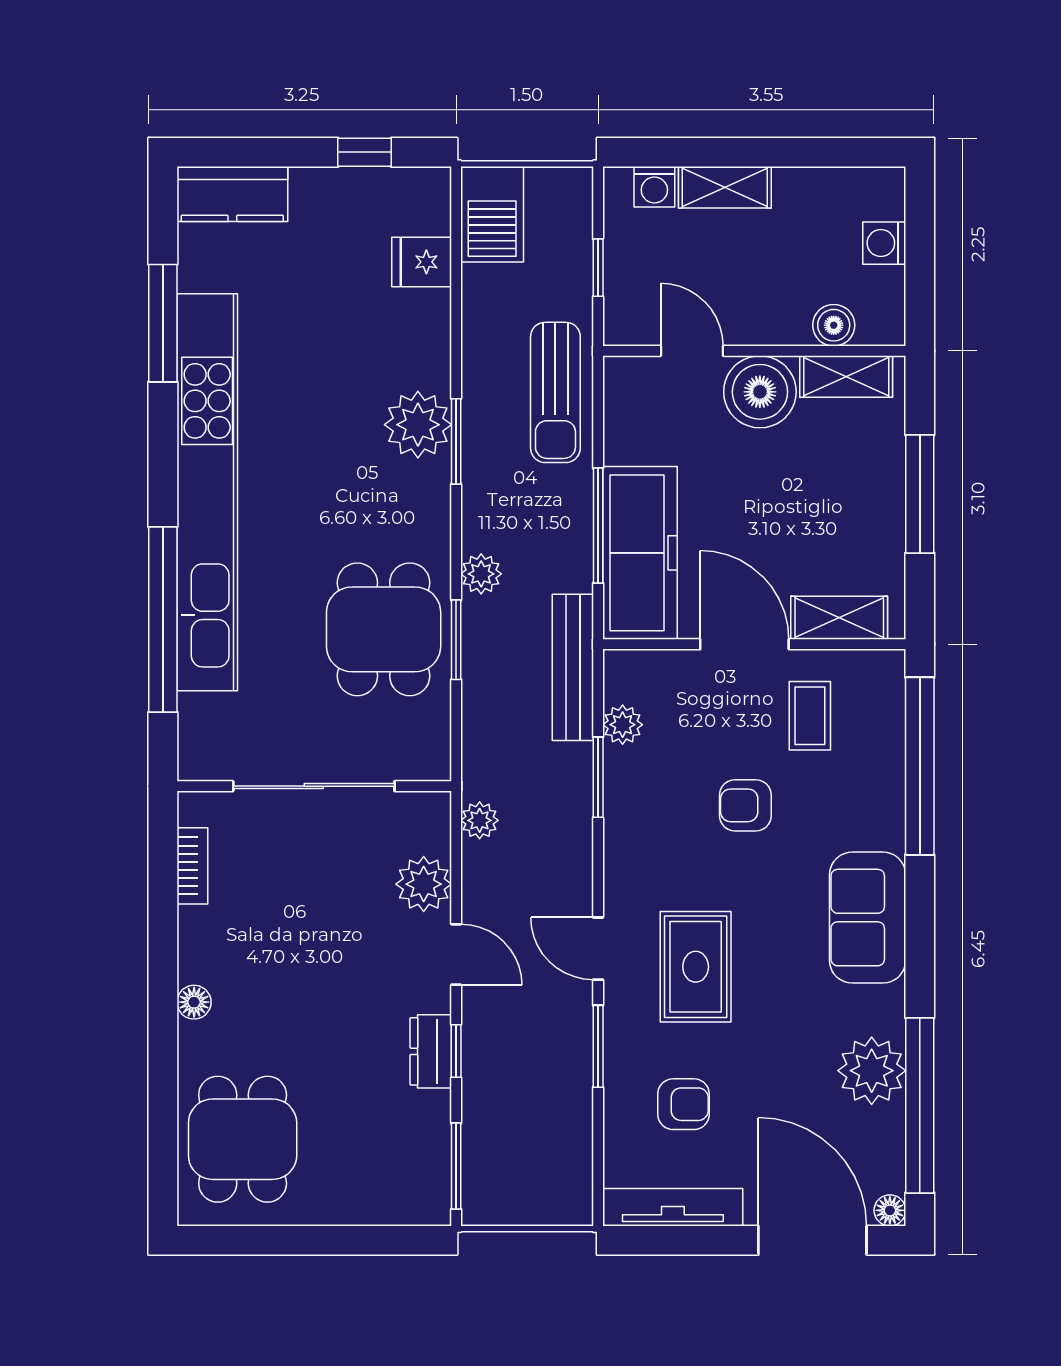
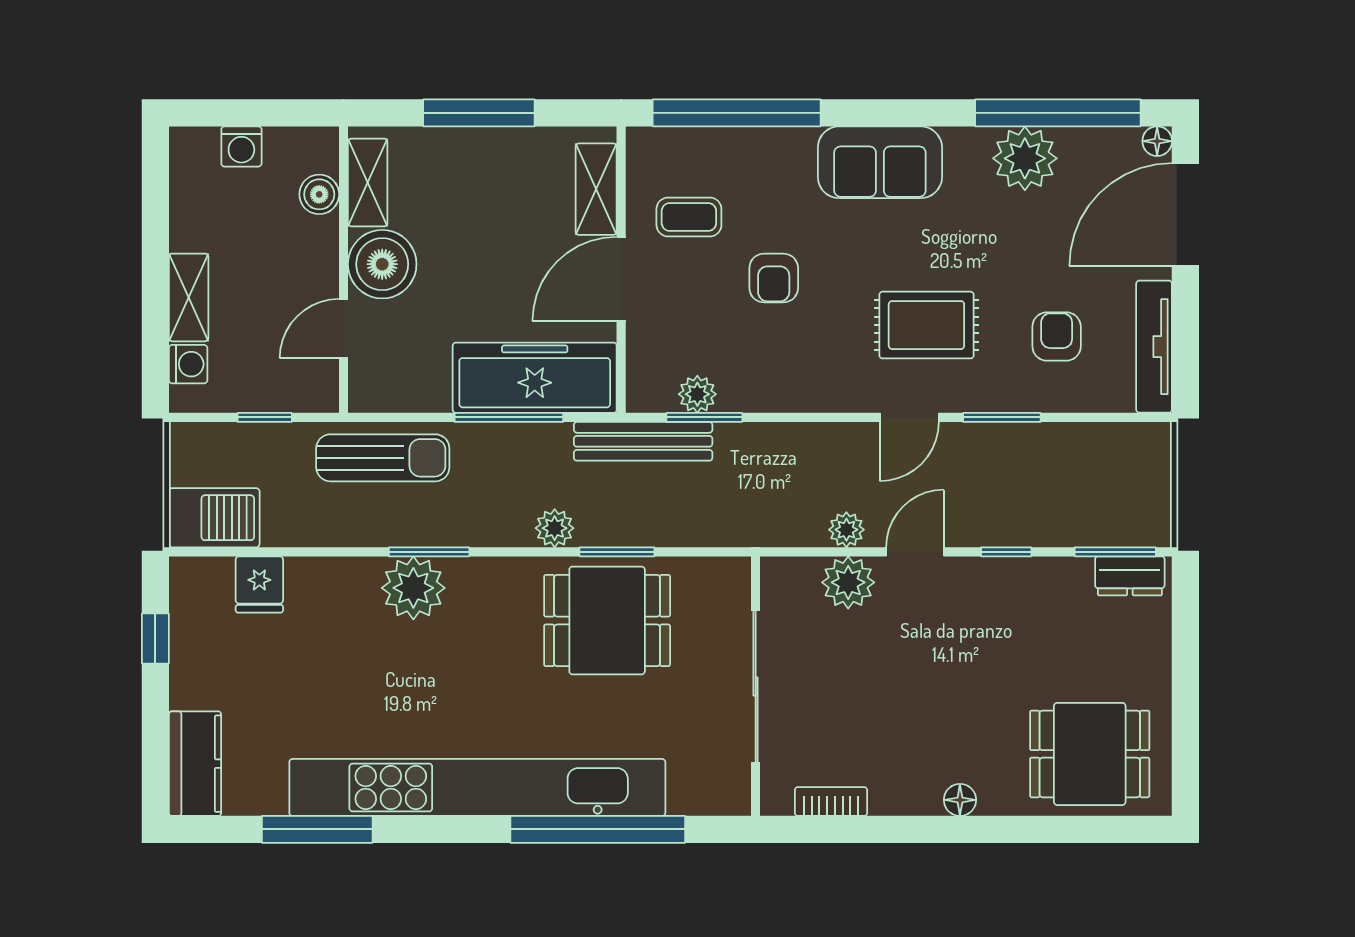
window: (598, 777) -> (704, 417), moved
plant: (480, 820) -> (846, 530), moved
dresser: (431, 1051) -> (1130, 576), moved

